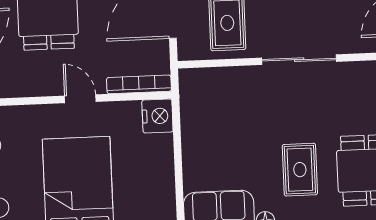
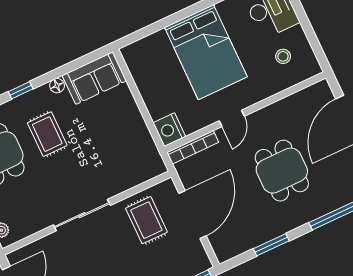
door: (80, 99) -> (232, 118), hinge flipped

